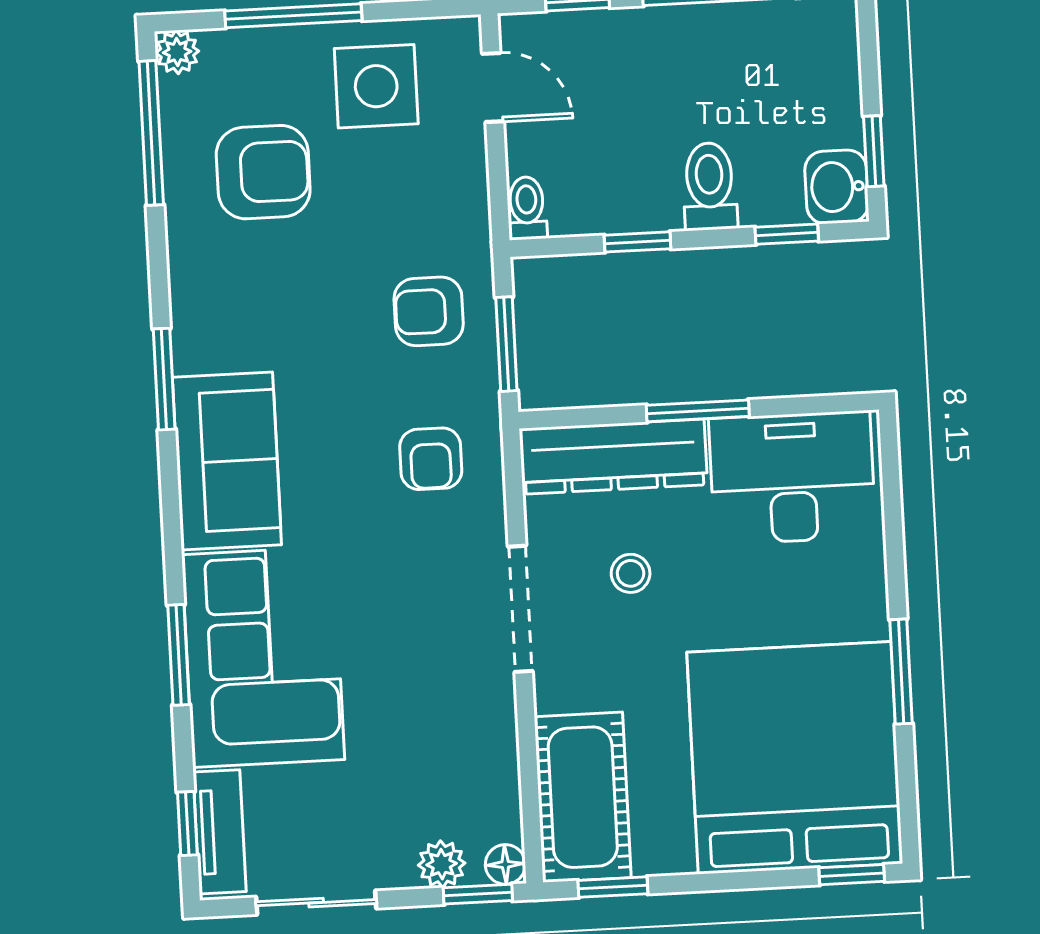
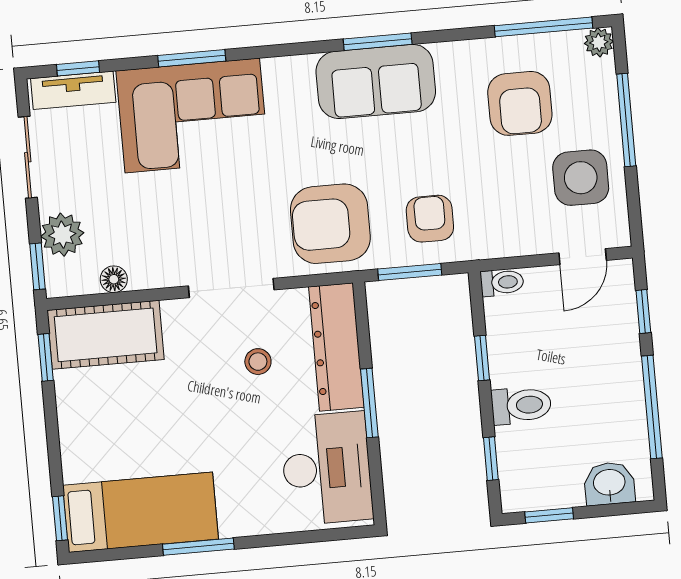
washbasin: (837, 187) -> (609, 483), moved
armchair: (431, 459) -> (330, 224), width x1.88, depth x1.88
sofa: (227, 461) -> (376, 81), moved
bed: (795, 758) -> (141, 512), width x0.49
plant: (442, 864) -> (62, 235), width x1.38, depth x1.38
floor lamp: (505, 864) -> (114, 279), moved

